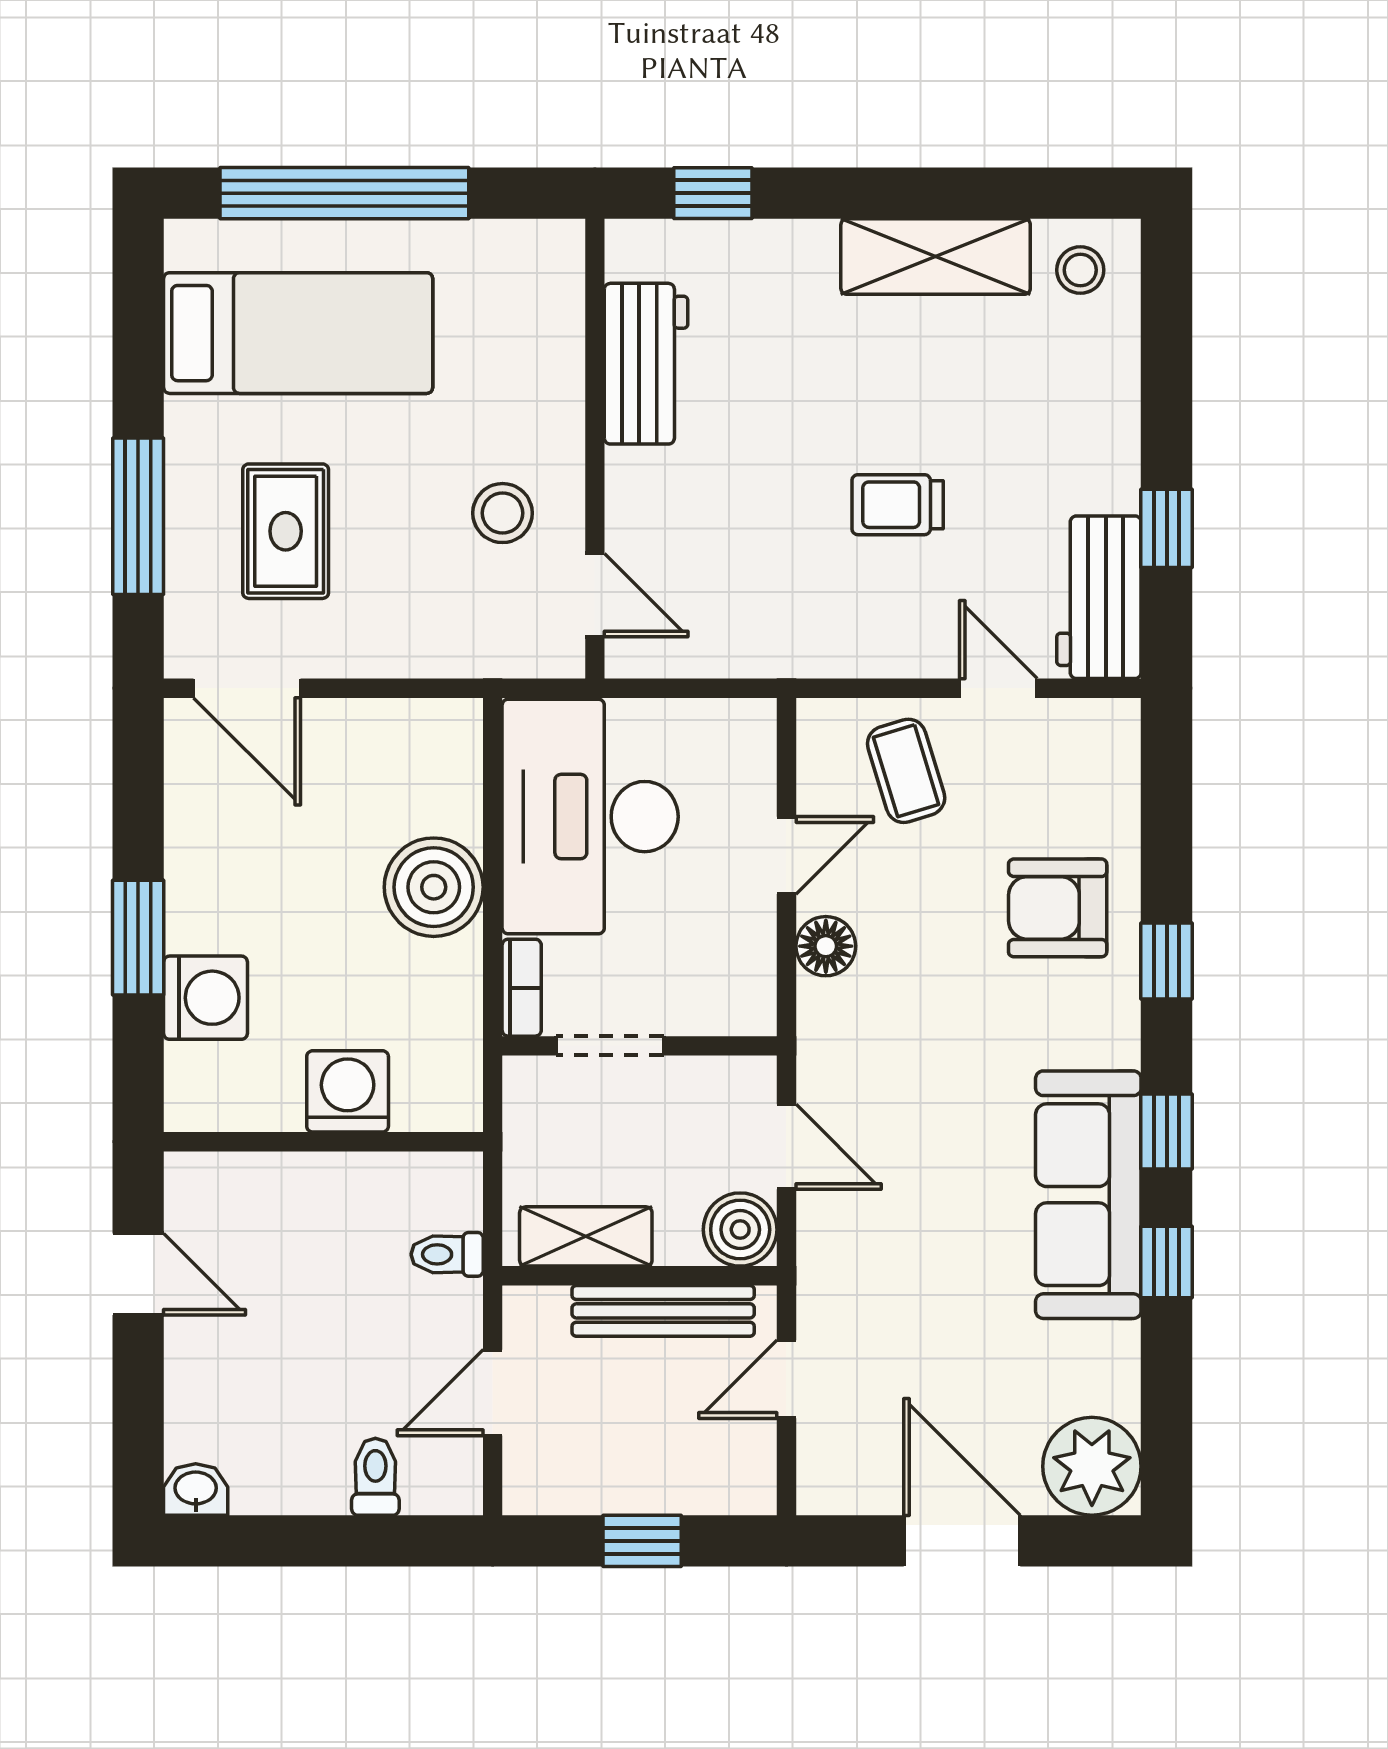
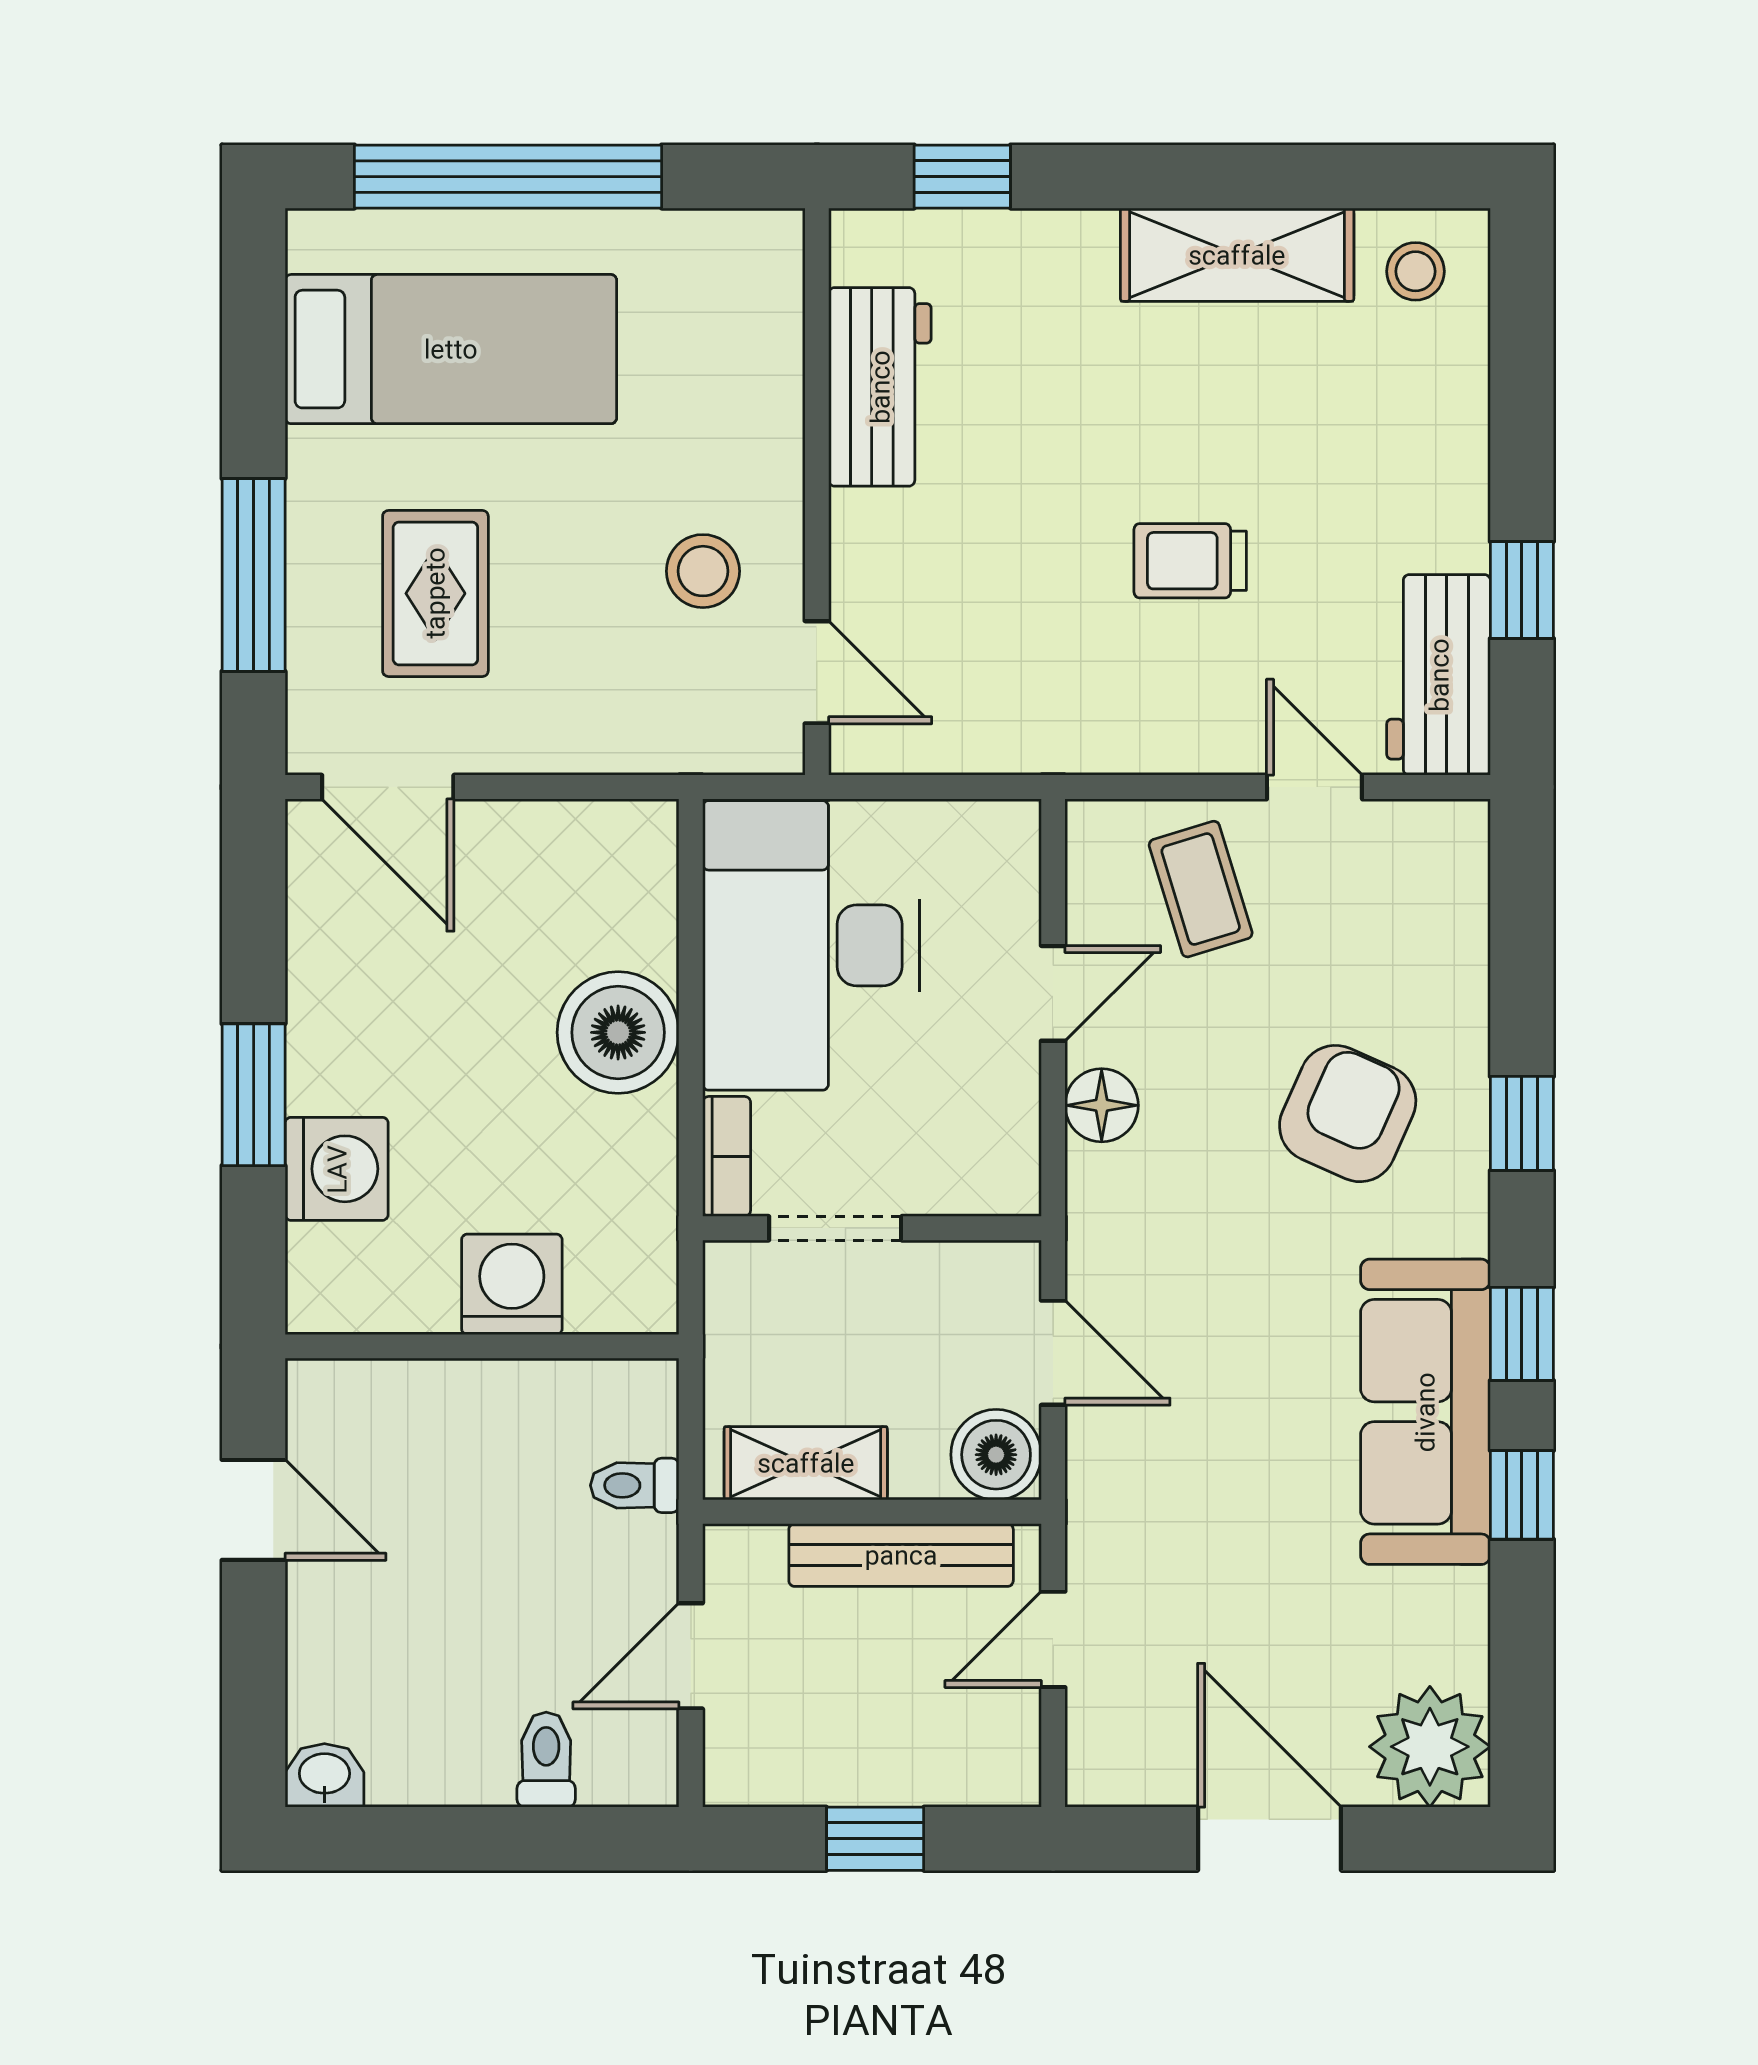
armchair: (1058, 908) -> (1348, 1114), moved, turned 114

